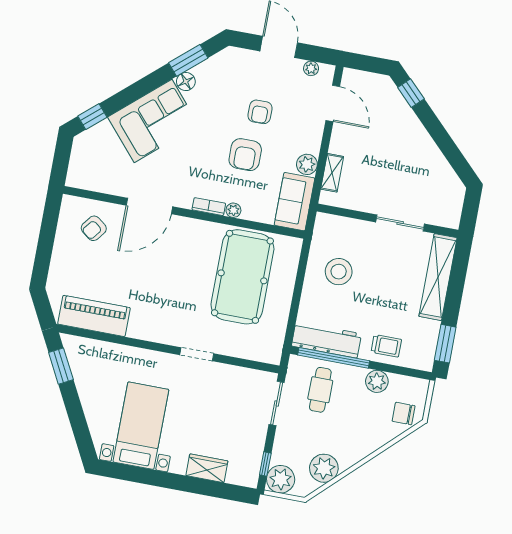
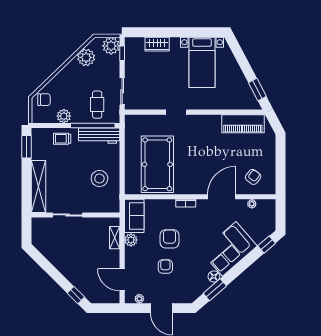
plant: (233, 210) -> (252, 204), moved

